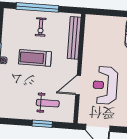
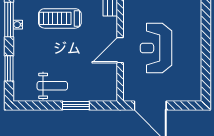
weight bench: (48, 103) -> (52, 86), moved

